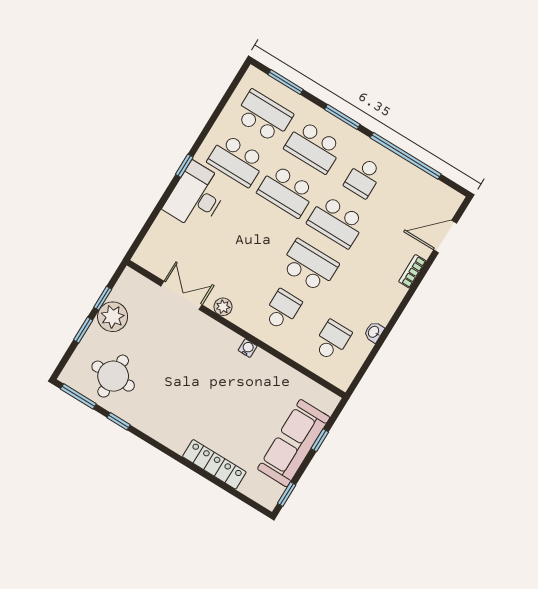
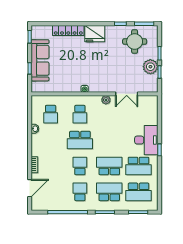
school desk: (237, 160) -> (139, 166), turned 180
school desk: (336, 222) -> (80, 166), width x0.54
fridge: (173, 431) -> (95, 34), added

